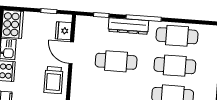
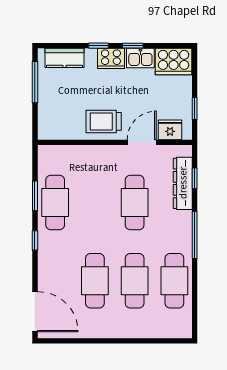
dresser: (128, 26) -> (183, 183), moved

